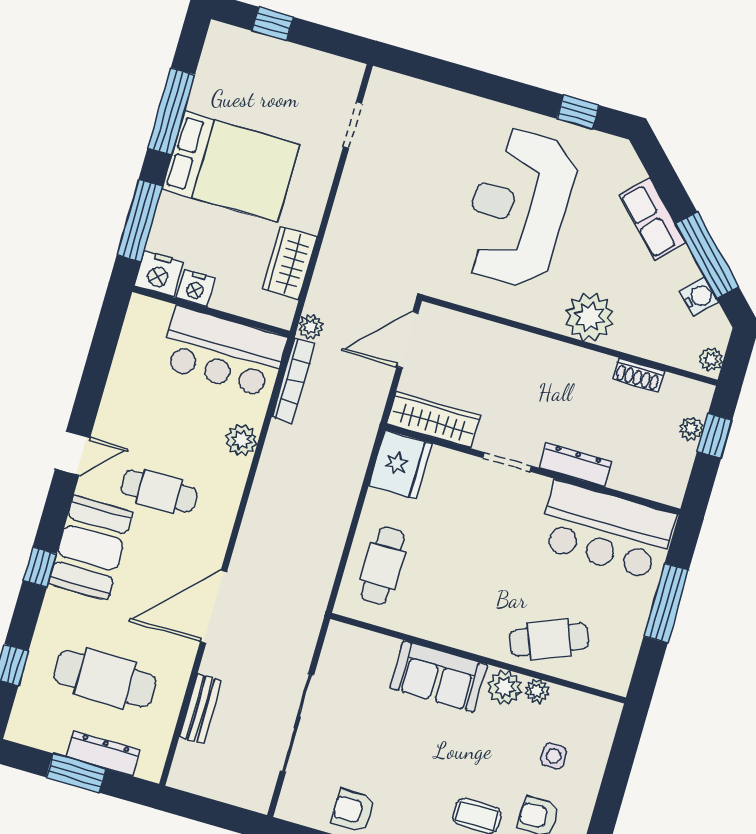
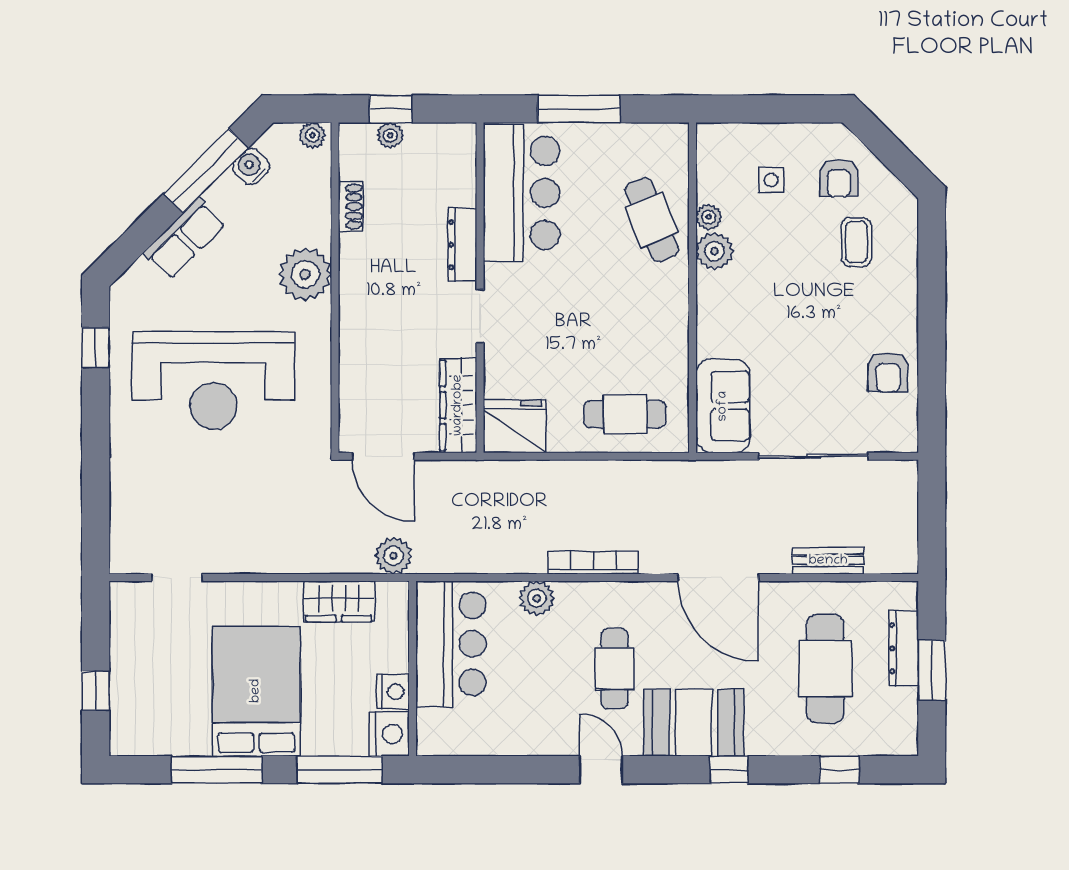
plant: (310, 327) -> (394, 556), width x1.38, depth x1.38
bookcase: (293, 380) -> (593, 563), moved
sofa: (439, 676) -> (723, 406), moved

